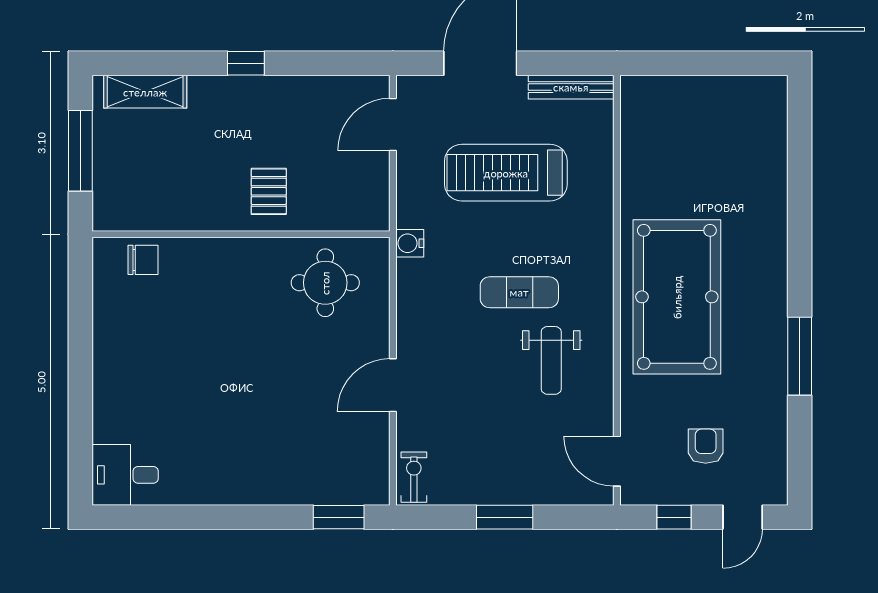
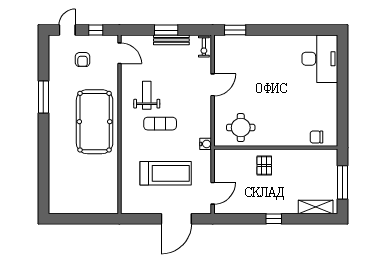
bench: (571, 87) -> (171, 40), moved
desk: (125, 475) -> (320, 59), width x1.87, depth x1.30

